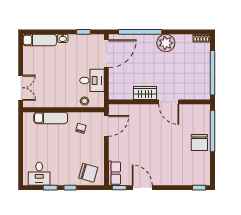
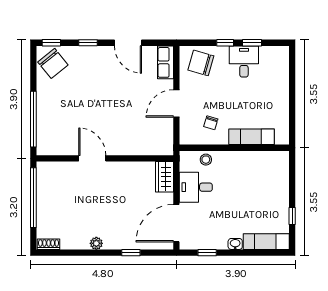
window: (140, 32) -> (131, 253), width x0.32
plant: (166, 43) -> (96, 243), width x0.53, depth x0.53
window: (21, 59) -> (292, 216), added
double door: (21, 88) -> (292, 177), removed
wardrobe: (145, 93) -> (164, 177), moved, turned 90
door: (106, 126) -> (176, 103), moved
chair: (199, 143) -> (53, 63), moved, turned 141
desk: (39, 174) -> (244, 61), moved
window: (119, 188) -> (88, 43), moved

